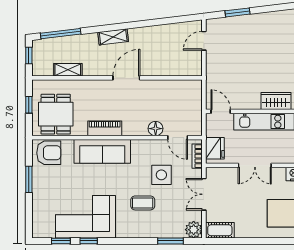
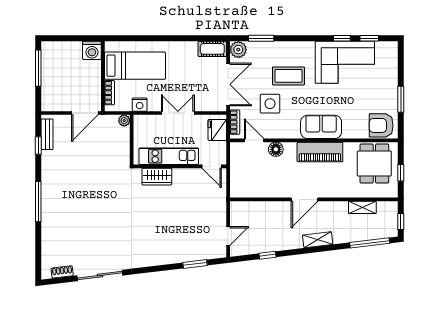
window: (164, 21) -> (268, 255), added
piano: (105, 128) -> (320, 152), width x1.37, depth x1.33
sofa: (102, 151) -> (321, 127), width x0.73
double door: (204, 194) -> (228, 84), width x1.37
coffee table: (143, 203) -> (289, 76), width x1.36, depth x1.30

